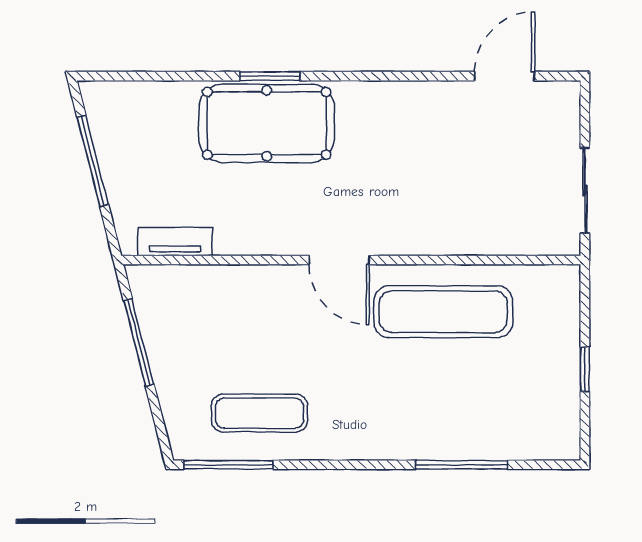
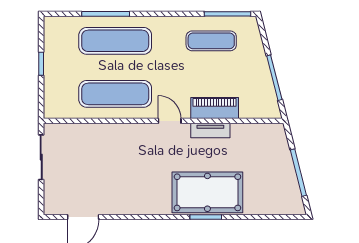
tv unit: (175, 242) -> (210, 130), moved
door: (339, 260) -> (170, 121), width x0.73
piano: (253, 285) -> (215, 108), added
exercise mat: (443, 413) -> (115, 41), added

